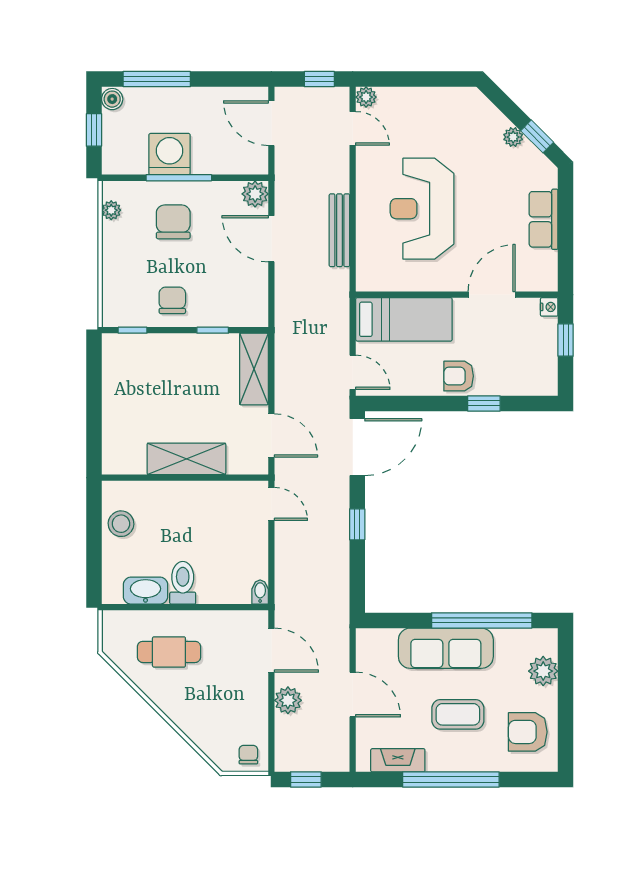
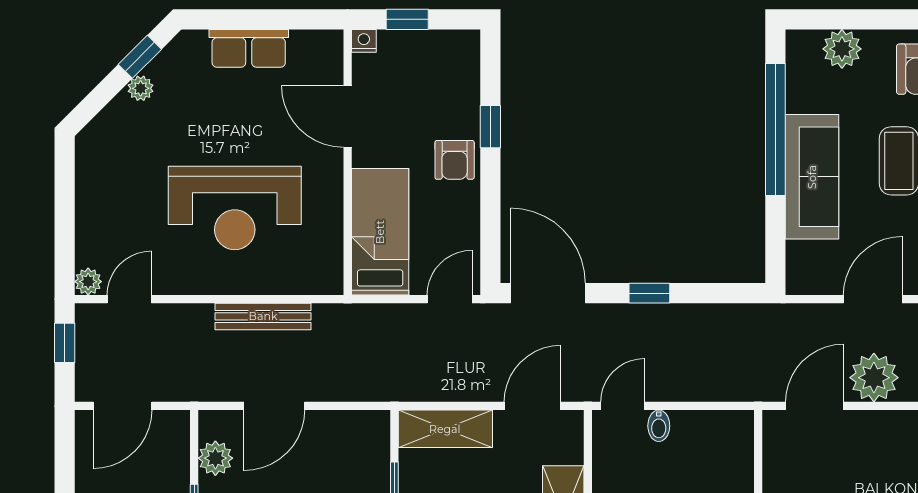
plant: (255, 194) -> (215, 458), moved
bidet: (260, 592) -> (659, 426), moved, turned -90
plant: (288, 700) -> (874, 378), width x1.36, depth x1.36

